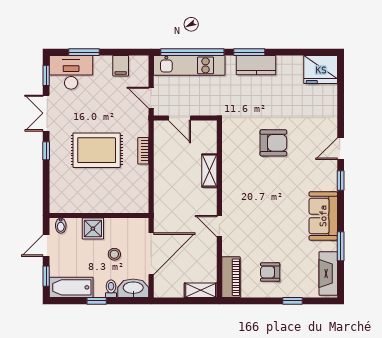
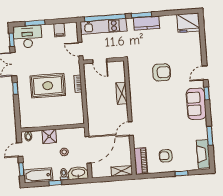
sofa: (323, 216) -> (196, 104), moved
door: (219, 226) -> (131, 129), hinge flipped

